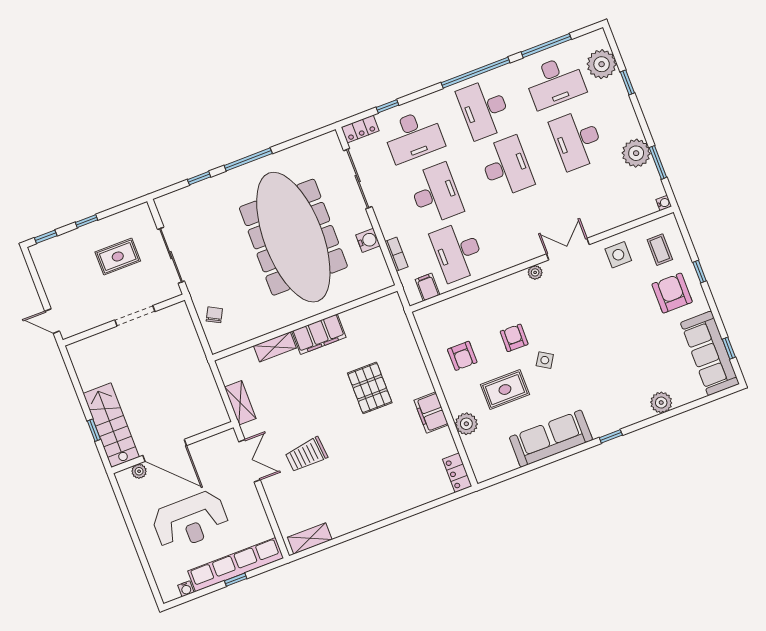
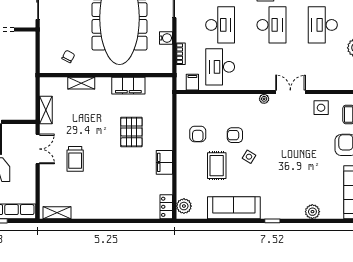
chair: (214, 315) -> (68, 56), moved
filing cabinet: (319, 334) -> (128, 86), moved
armchair: (514, 338) -> (235, 135), turned -91
rug: (505, 390) -> (217, 166), turned 90
plant: (466, 424) -> (184, 206), moved
trolley: (306, 455) -> (75, 159), turned -85

